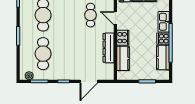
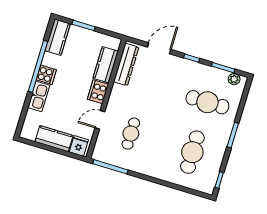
door: (115, 18) -> (100, 120), swing flipped
dresser: (109, 48) -> (126, 64), moved
cafe table: (43, 54) -> (207, 102), turned 90
kitchen counter: (163, 58) -> (58, 37), moved

